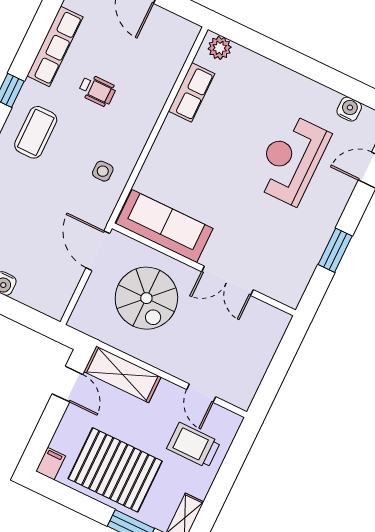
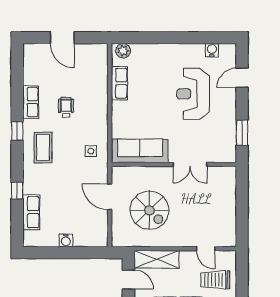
row of seats: (55, 46) -> (31, 102), width x0.68
wheelchair: (97, 90) -> (66, 107), turned -90
sofa: (164, 226) -> (140, 151), moved
wall: (204, 269) -> (174, 164), moved
double door: (227, 281) -> (190, 164), moved

